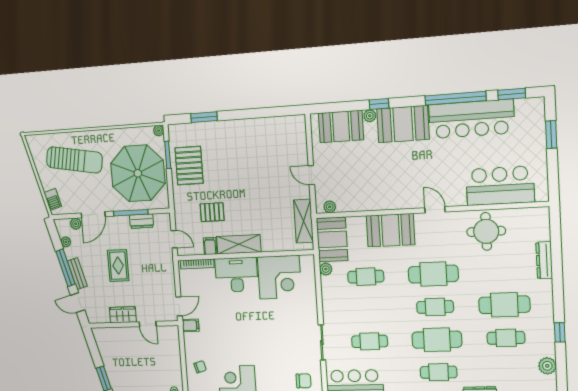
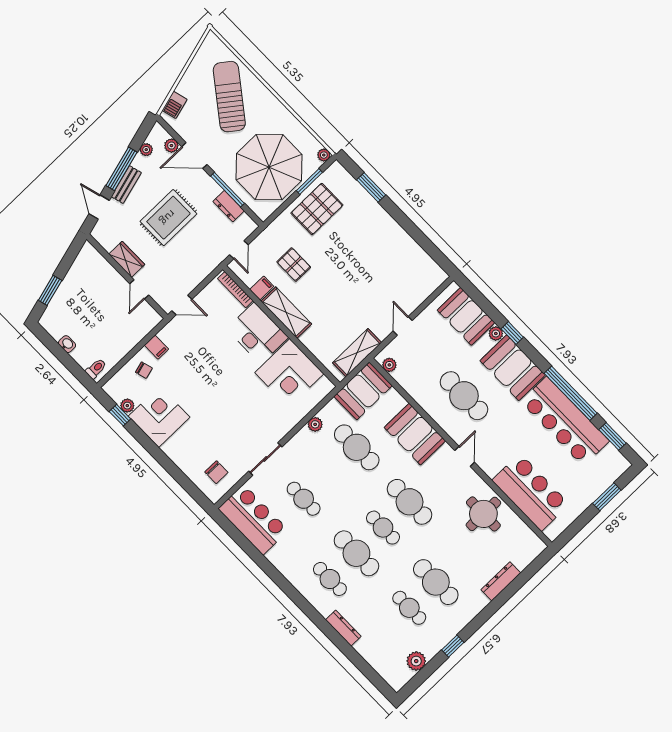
sun lounger: (74, 160) -> (229, 97), turned -153
cafe table: (393, 174) -> (464, 396), added
rug: (118, 266) -> (168, 218), width x1.36, depth x1.43
plant: (326, 269) -> (315, 424), moved
cafe table: (366, 277) -> (357, 447), width x1.37, depth x1.35
filing cabinet: (191, 325) -> (156, 347), moved

